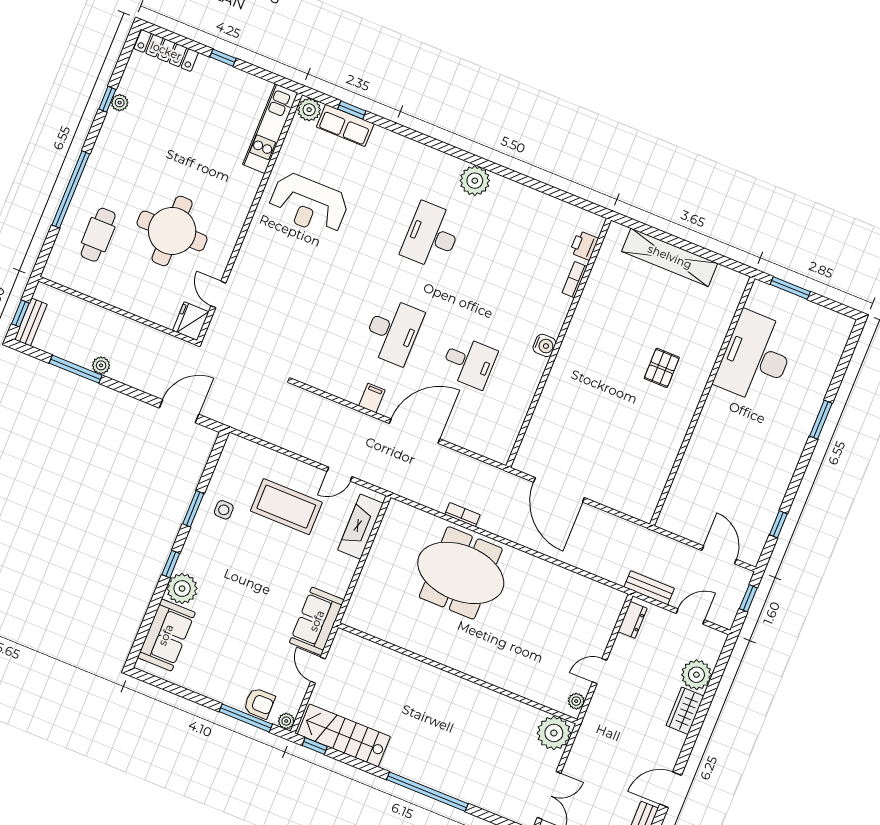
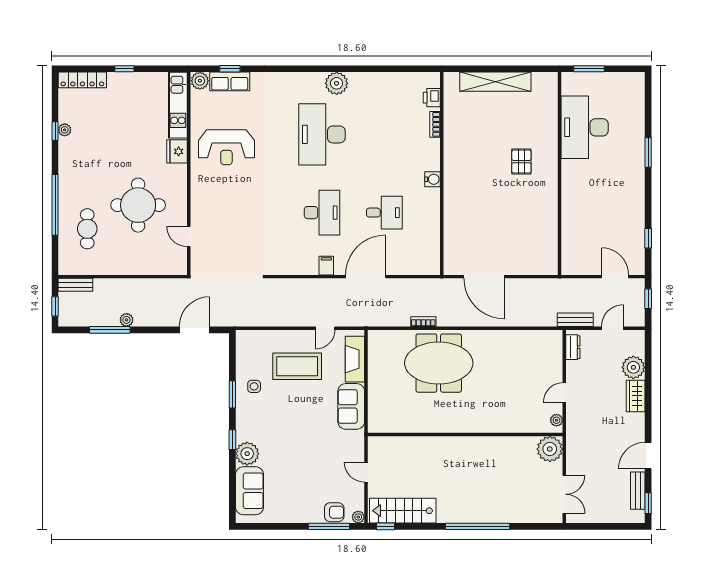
desk: (432, 236) -> (322, 134), width x1.36, depth x1.30
fridge: (191, 321) -> (177, 151), moved
bench: (31, 322) -> (75, 285), moved, turned 90
sofa: (317, 621) -> (351, 406), moved

